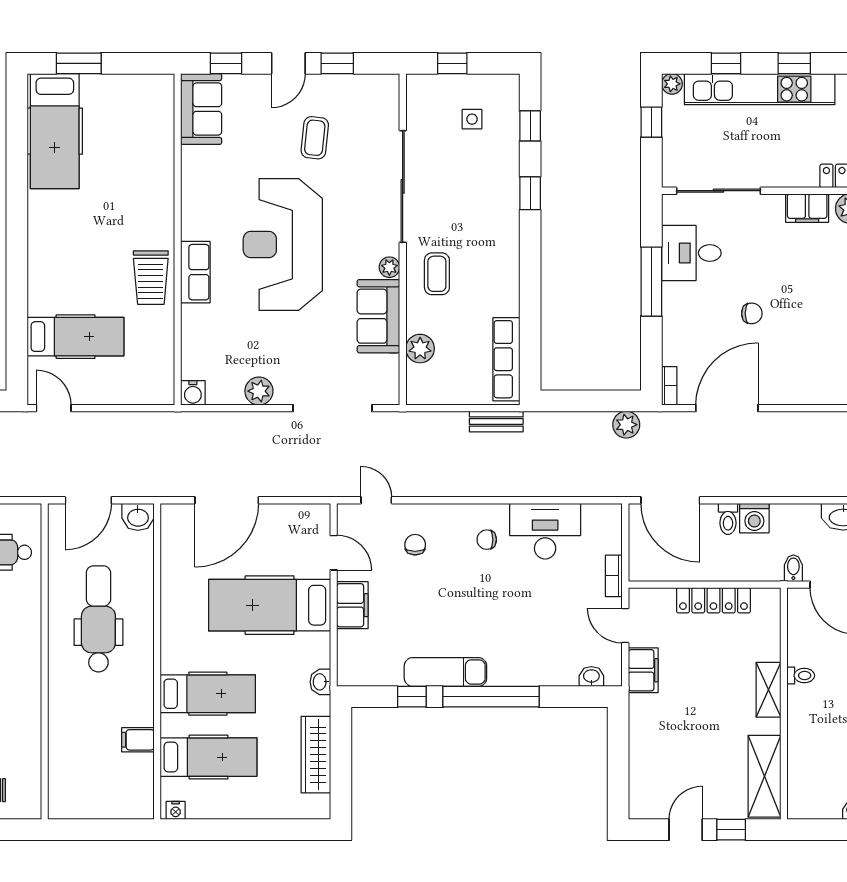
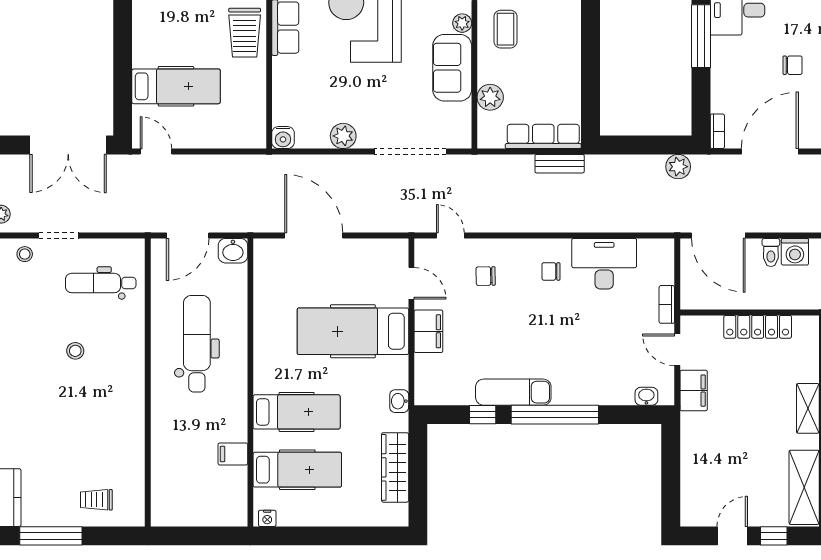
row of seats: (506, 359) -> (543, 136), moved, turned 90
door: (227, 500) -> (314, 236), swing flipped
chair: (415, 545) -> (486, 276), turned -91

